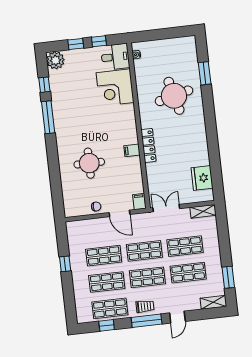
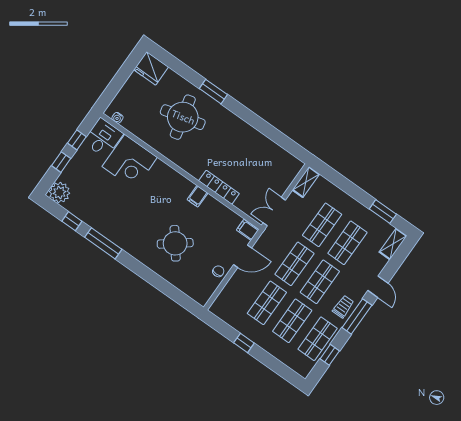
window: (205, 73) -> (213, 92), moved
locker: (148, 145) -> (219, 187), moved
round table: (89, 163) -> (175, 243), turned -38
fridge: (202, 178) -> (151, 68), moved

